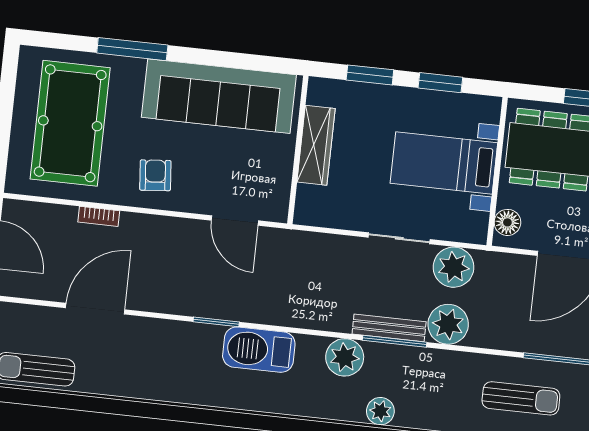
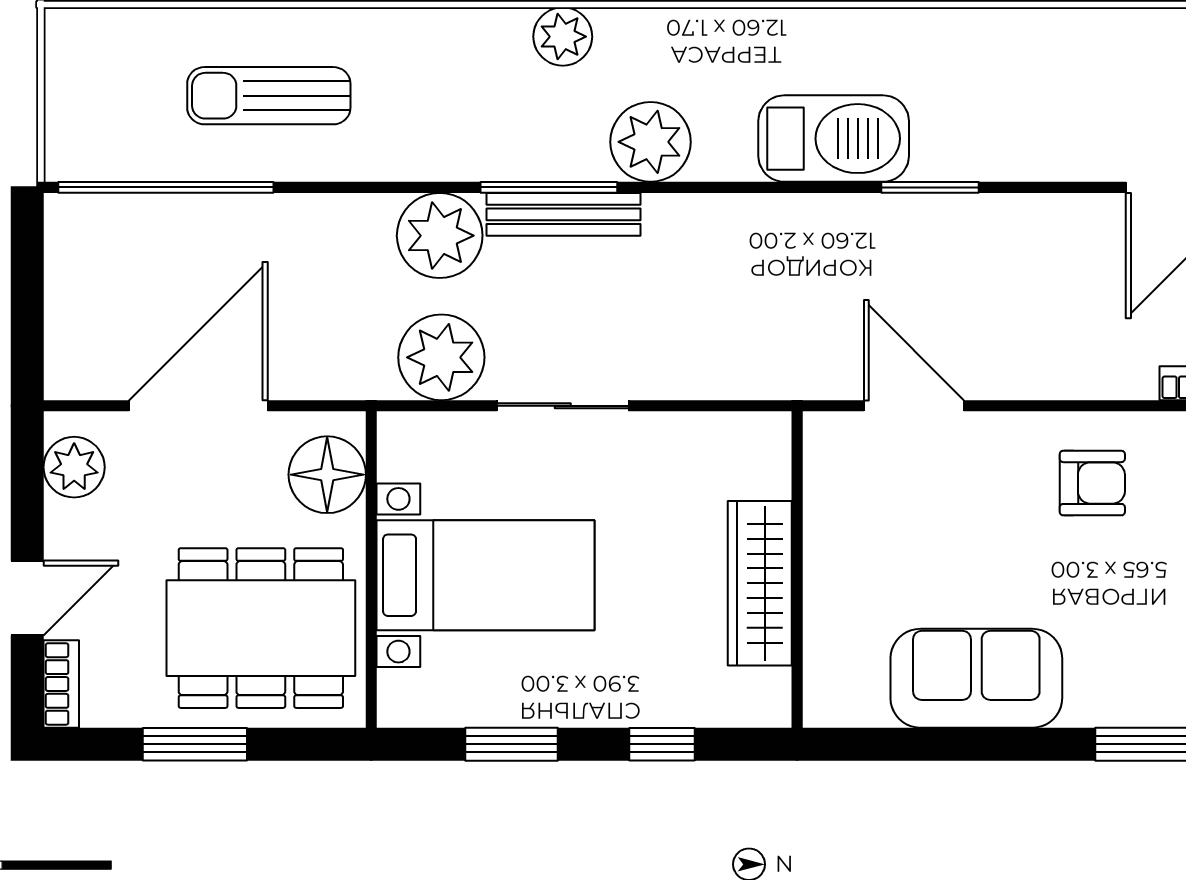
window: (370, 75) -> (662, 744), width x0.67
sofa: (219, 96) -> (976, 678), width x0.54, depth x0.79
armchair: (155, 175) -> (1092, 483), turned -85
floor lamp: (507, 222) -> (327, 475), width x1.38, depth x1.38

